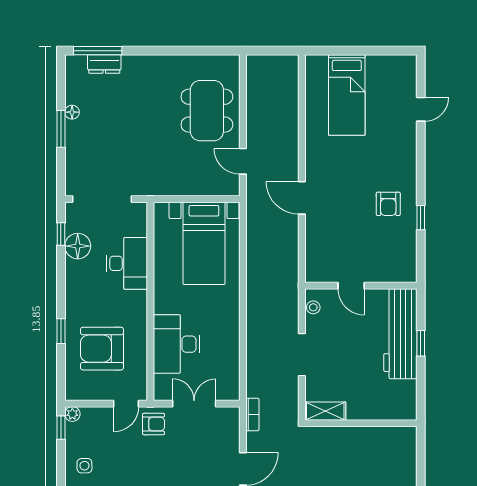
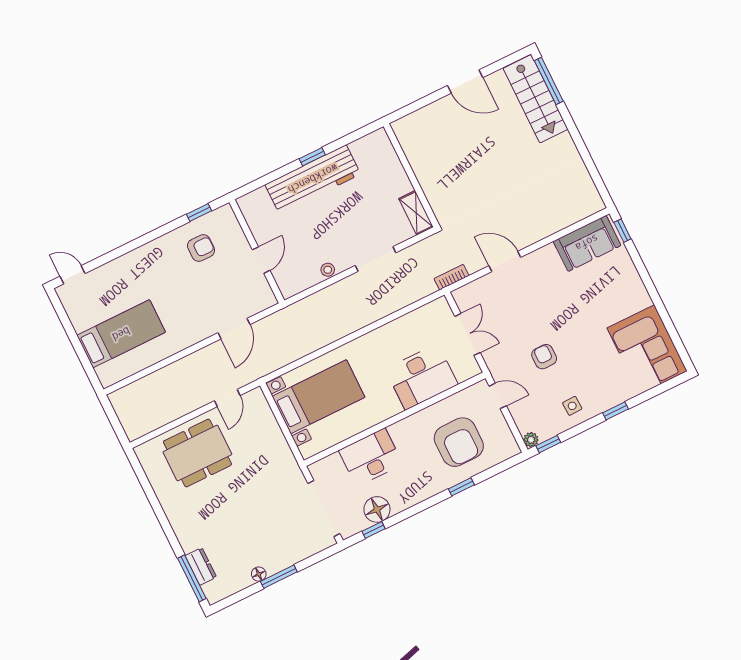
door: (421, 109) -> (72, 275), moved
door: (351, 286) -> (261, 260), moved
wall: (361, 286) -> (257, 251), moved
double door: (194, 404) -> (467, 334), swing flipped
armchair: (154, 424) -> (544, 357), moved

